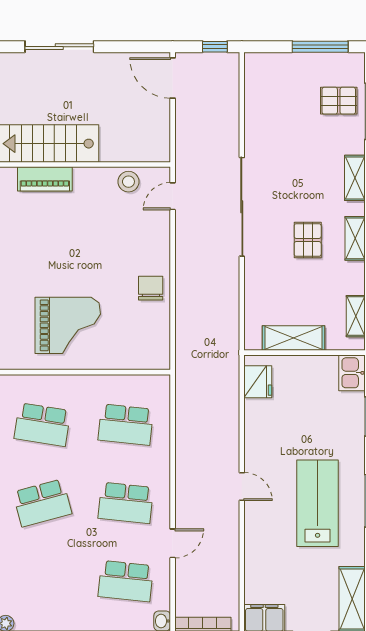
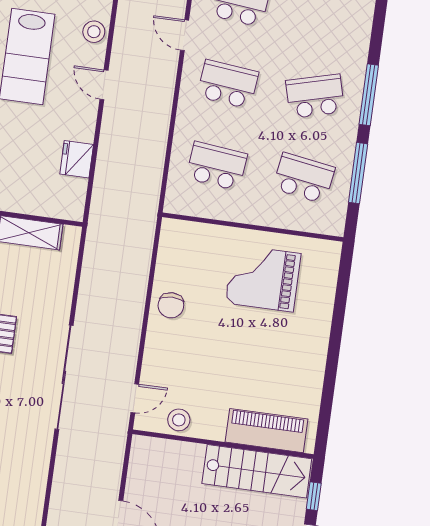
piano: (45, 179) -> (267, 431), width x1.37, depth x1.33
fridge: (258, 382) -> (77, 159), moved
stool: (258, 535) -> (94, 32), added
door: (173, 543) -> (185, 35), hinge flipped

